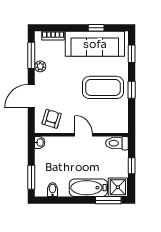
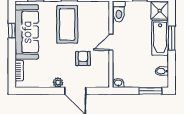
window: (31, 55) -> (37, 91), removed
plant: (40, 66) -> (58, 83), moved
armchair: (52, 119) -> (83, 58), moved, turned 73
window: (108, 200) -> (172, 38), moved

